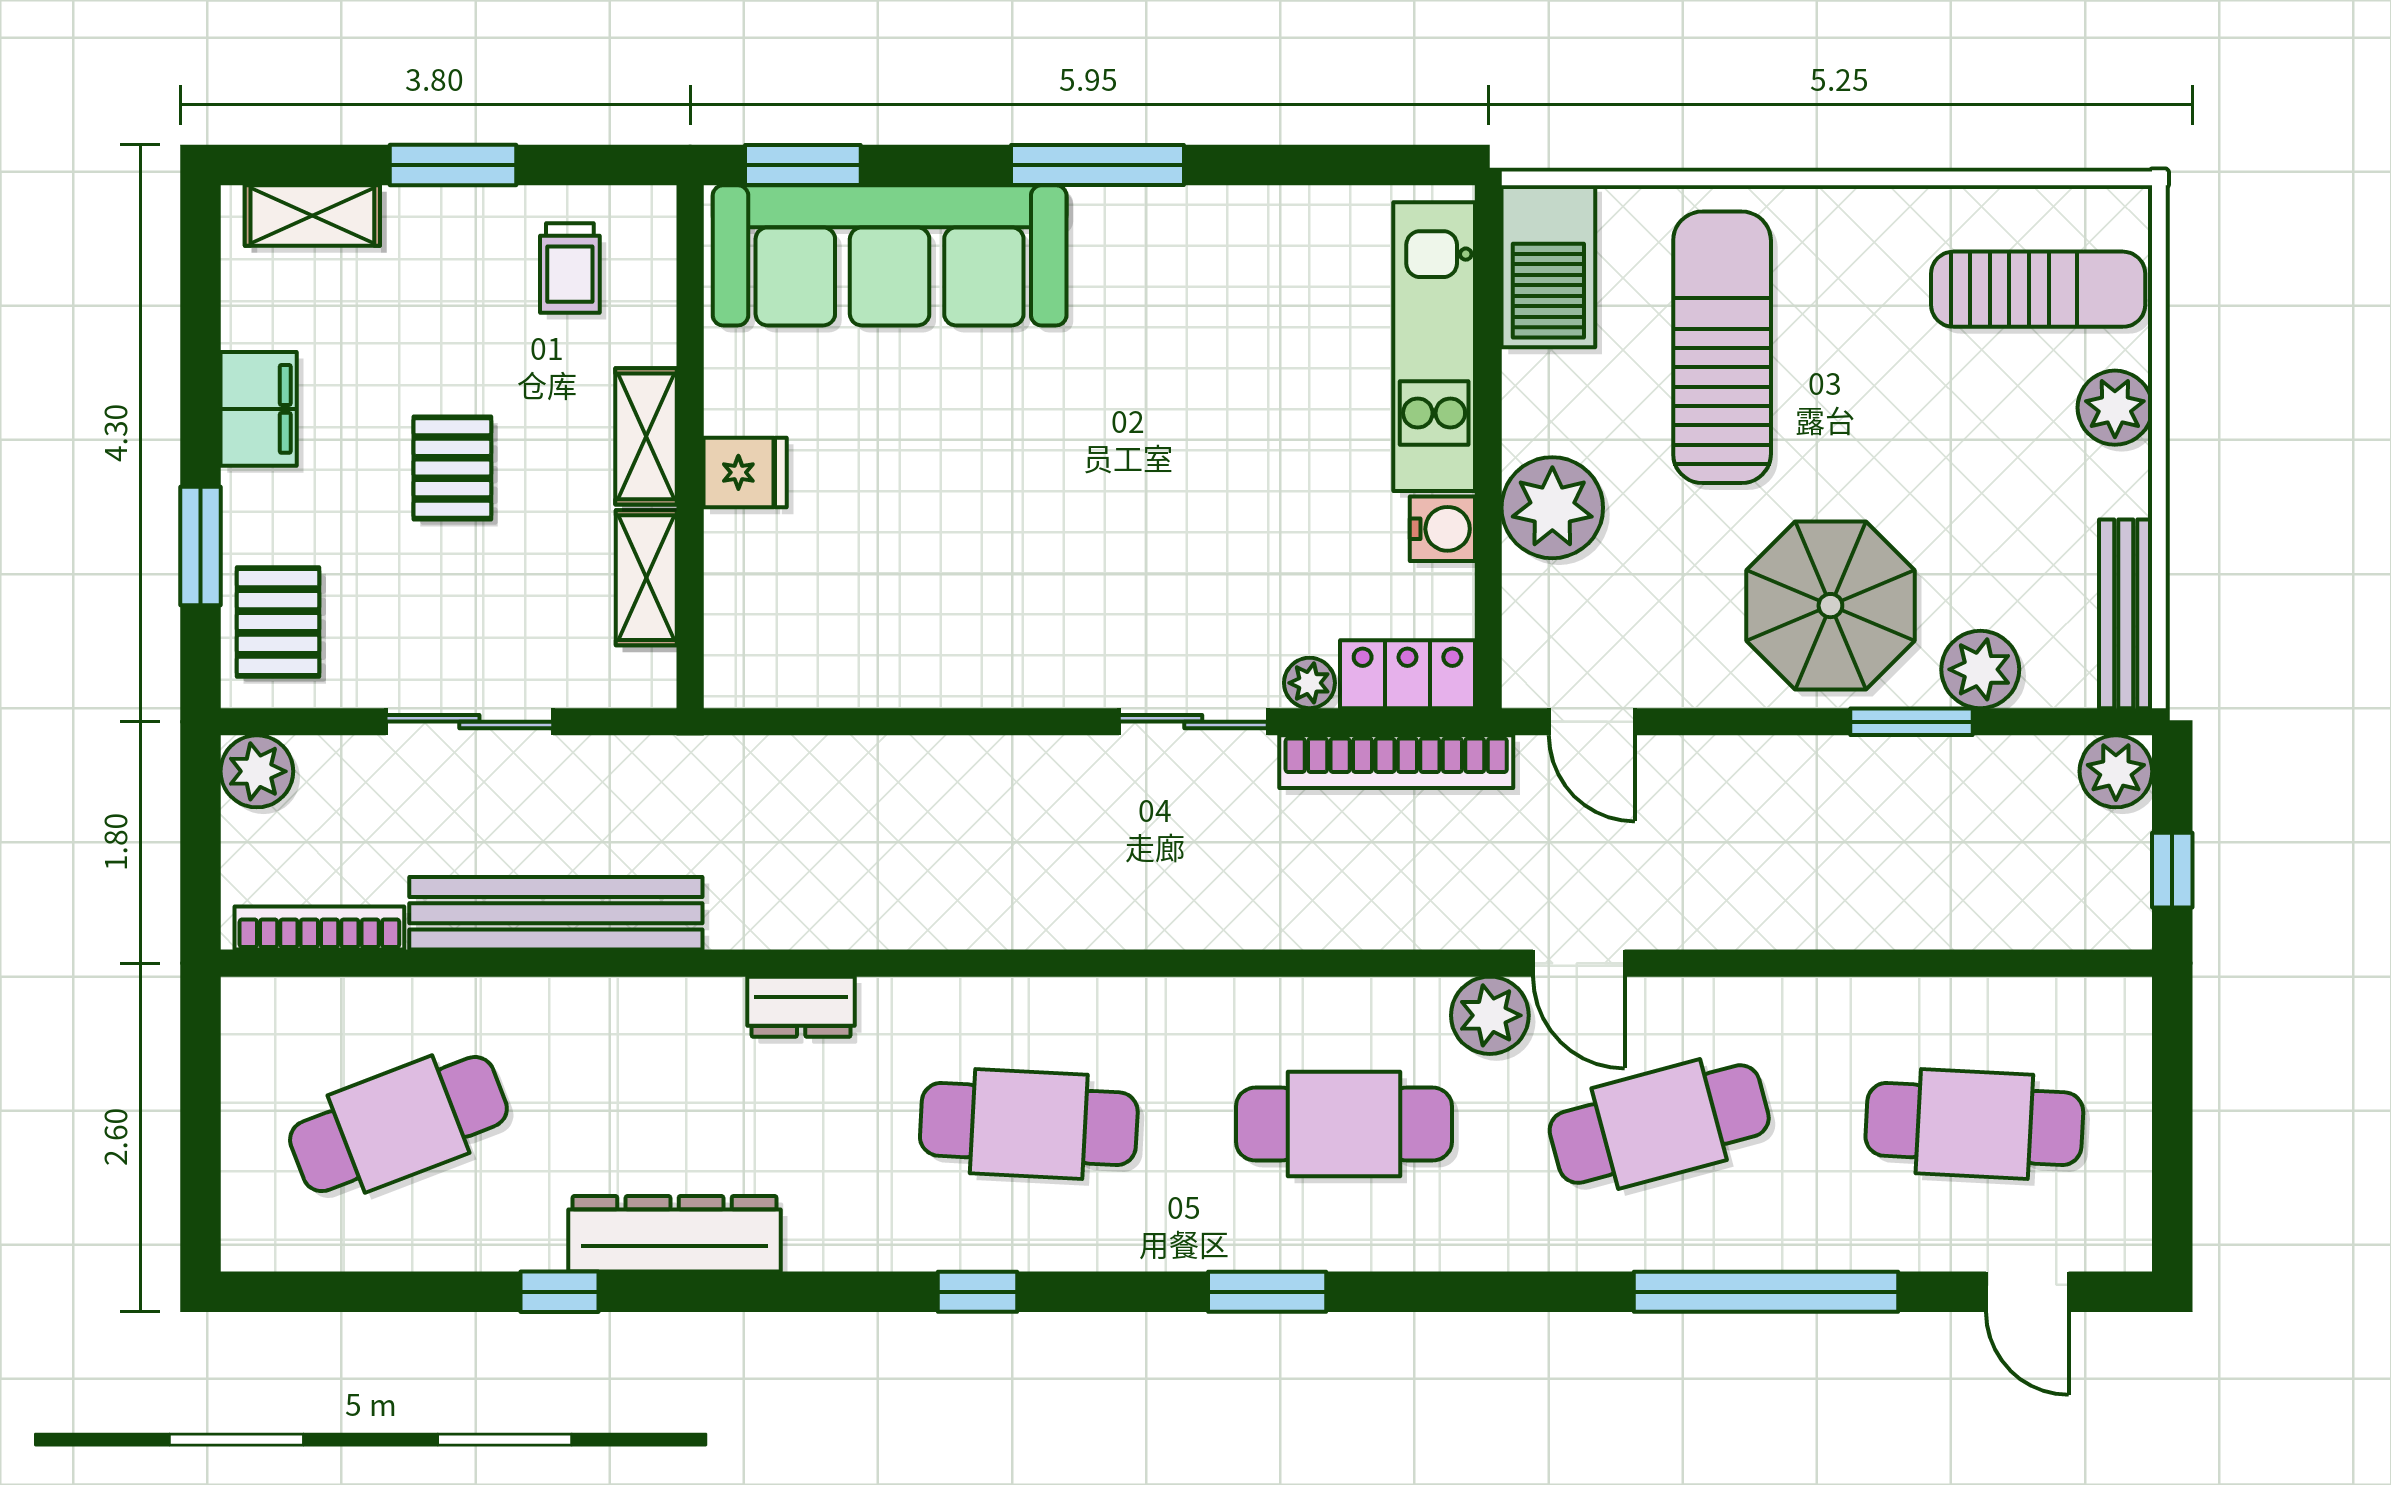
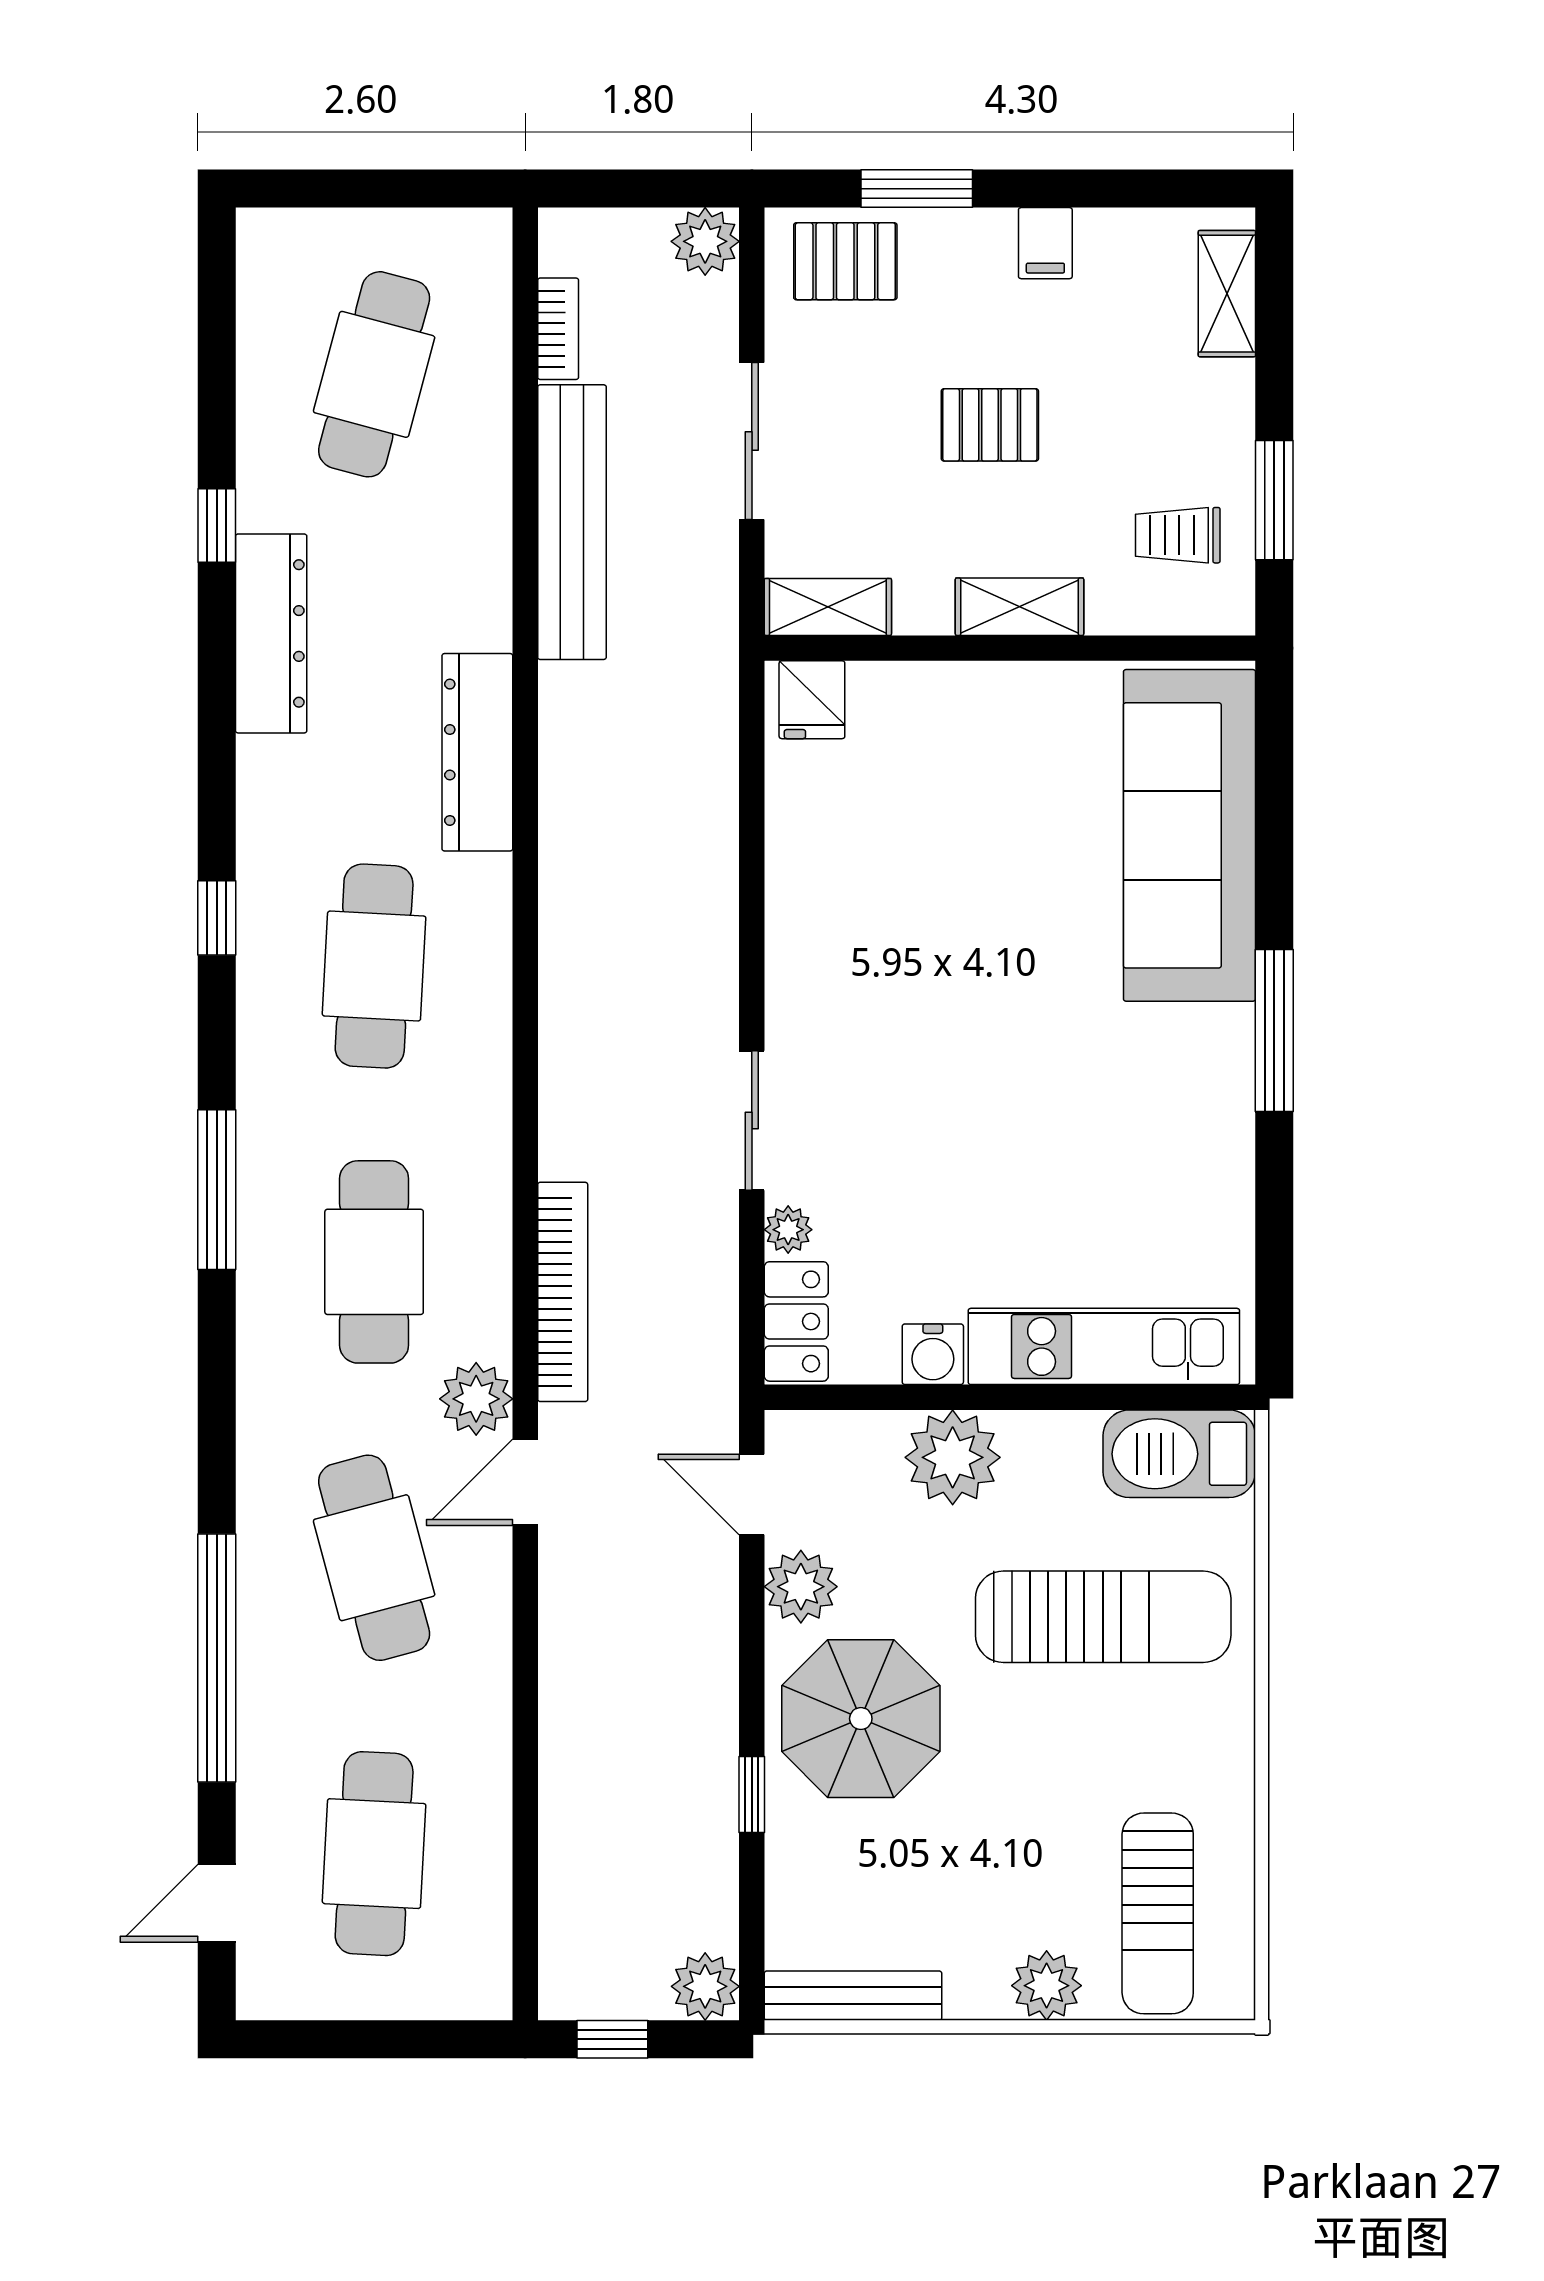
window: (453, 165) -> (1274, 500), moved
window: (803, 165) -> (1274, 754), removed
filing cabinet: (259, 409) -> (1045, 243), width x0.50
fridge: (745, 472) -> (812, 700), moved
shelving: (646, 578) -> (828, 607), moved
plant: (1980, 669) -> (801, 1587), moved
door: (1592, 722) -> (752, 1495), hinge flipped
window: (1911, 722) -> (752, 1795), width x0.67
bookcase: (1396, 762) -> (563, 1292), moved, turned 180
bookcase: (319, 928) -> (558, 329), width x0.64
dresser: (801, 1007) -> (477, 752), width x1.96, depth x1.24
cafe table: (398, 1124) -> (374, 374), turned 36
window: (1267, 1292) -> (217, 1190), width x1.44

